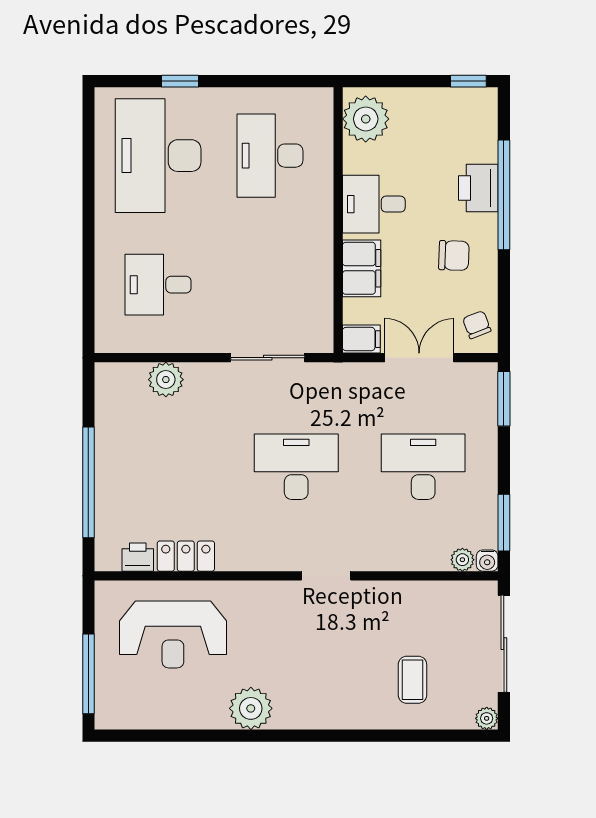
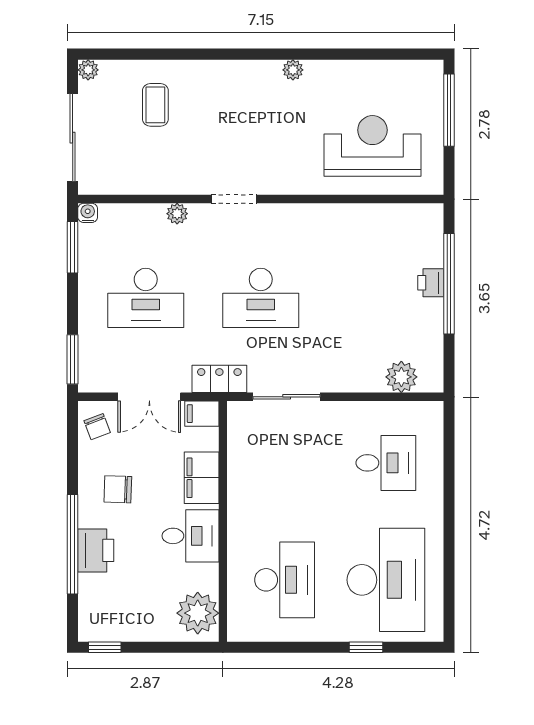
plant: (166, 380) -> (401, 377), moved
locker: (186, 556) -> (219, 379), moved, turned 180
printer: (138, 557) -> (431, 283), moved, turned 90
plant: (462, 560) -> (177, 214), moved
plant: (251, 708) -> (293, 70), width x0.53, depth x0.53

